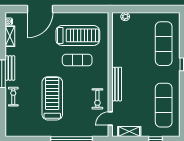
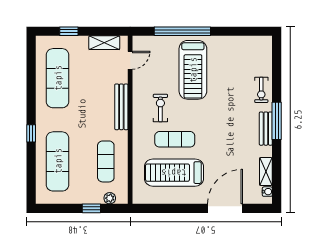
window: (139, 9) -> (91, 208), added
exercise mat: (128, 44) -> (106, 161), added
treadmill: (52, 98) -> (193, 70), moved
exercise bike: (97, 99) -> (160, 108), moved

